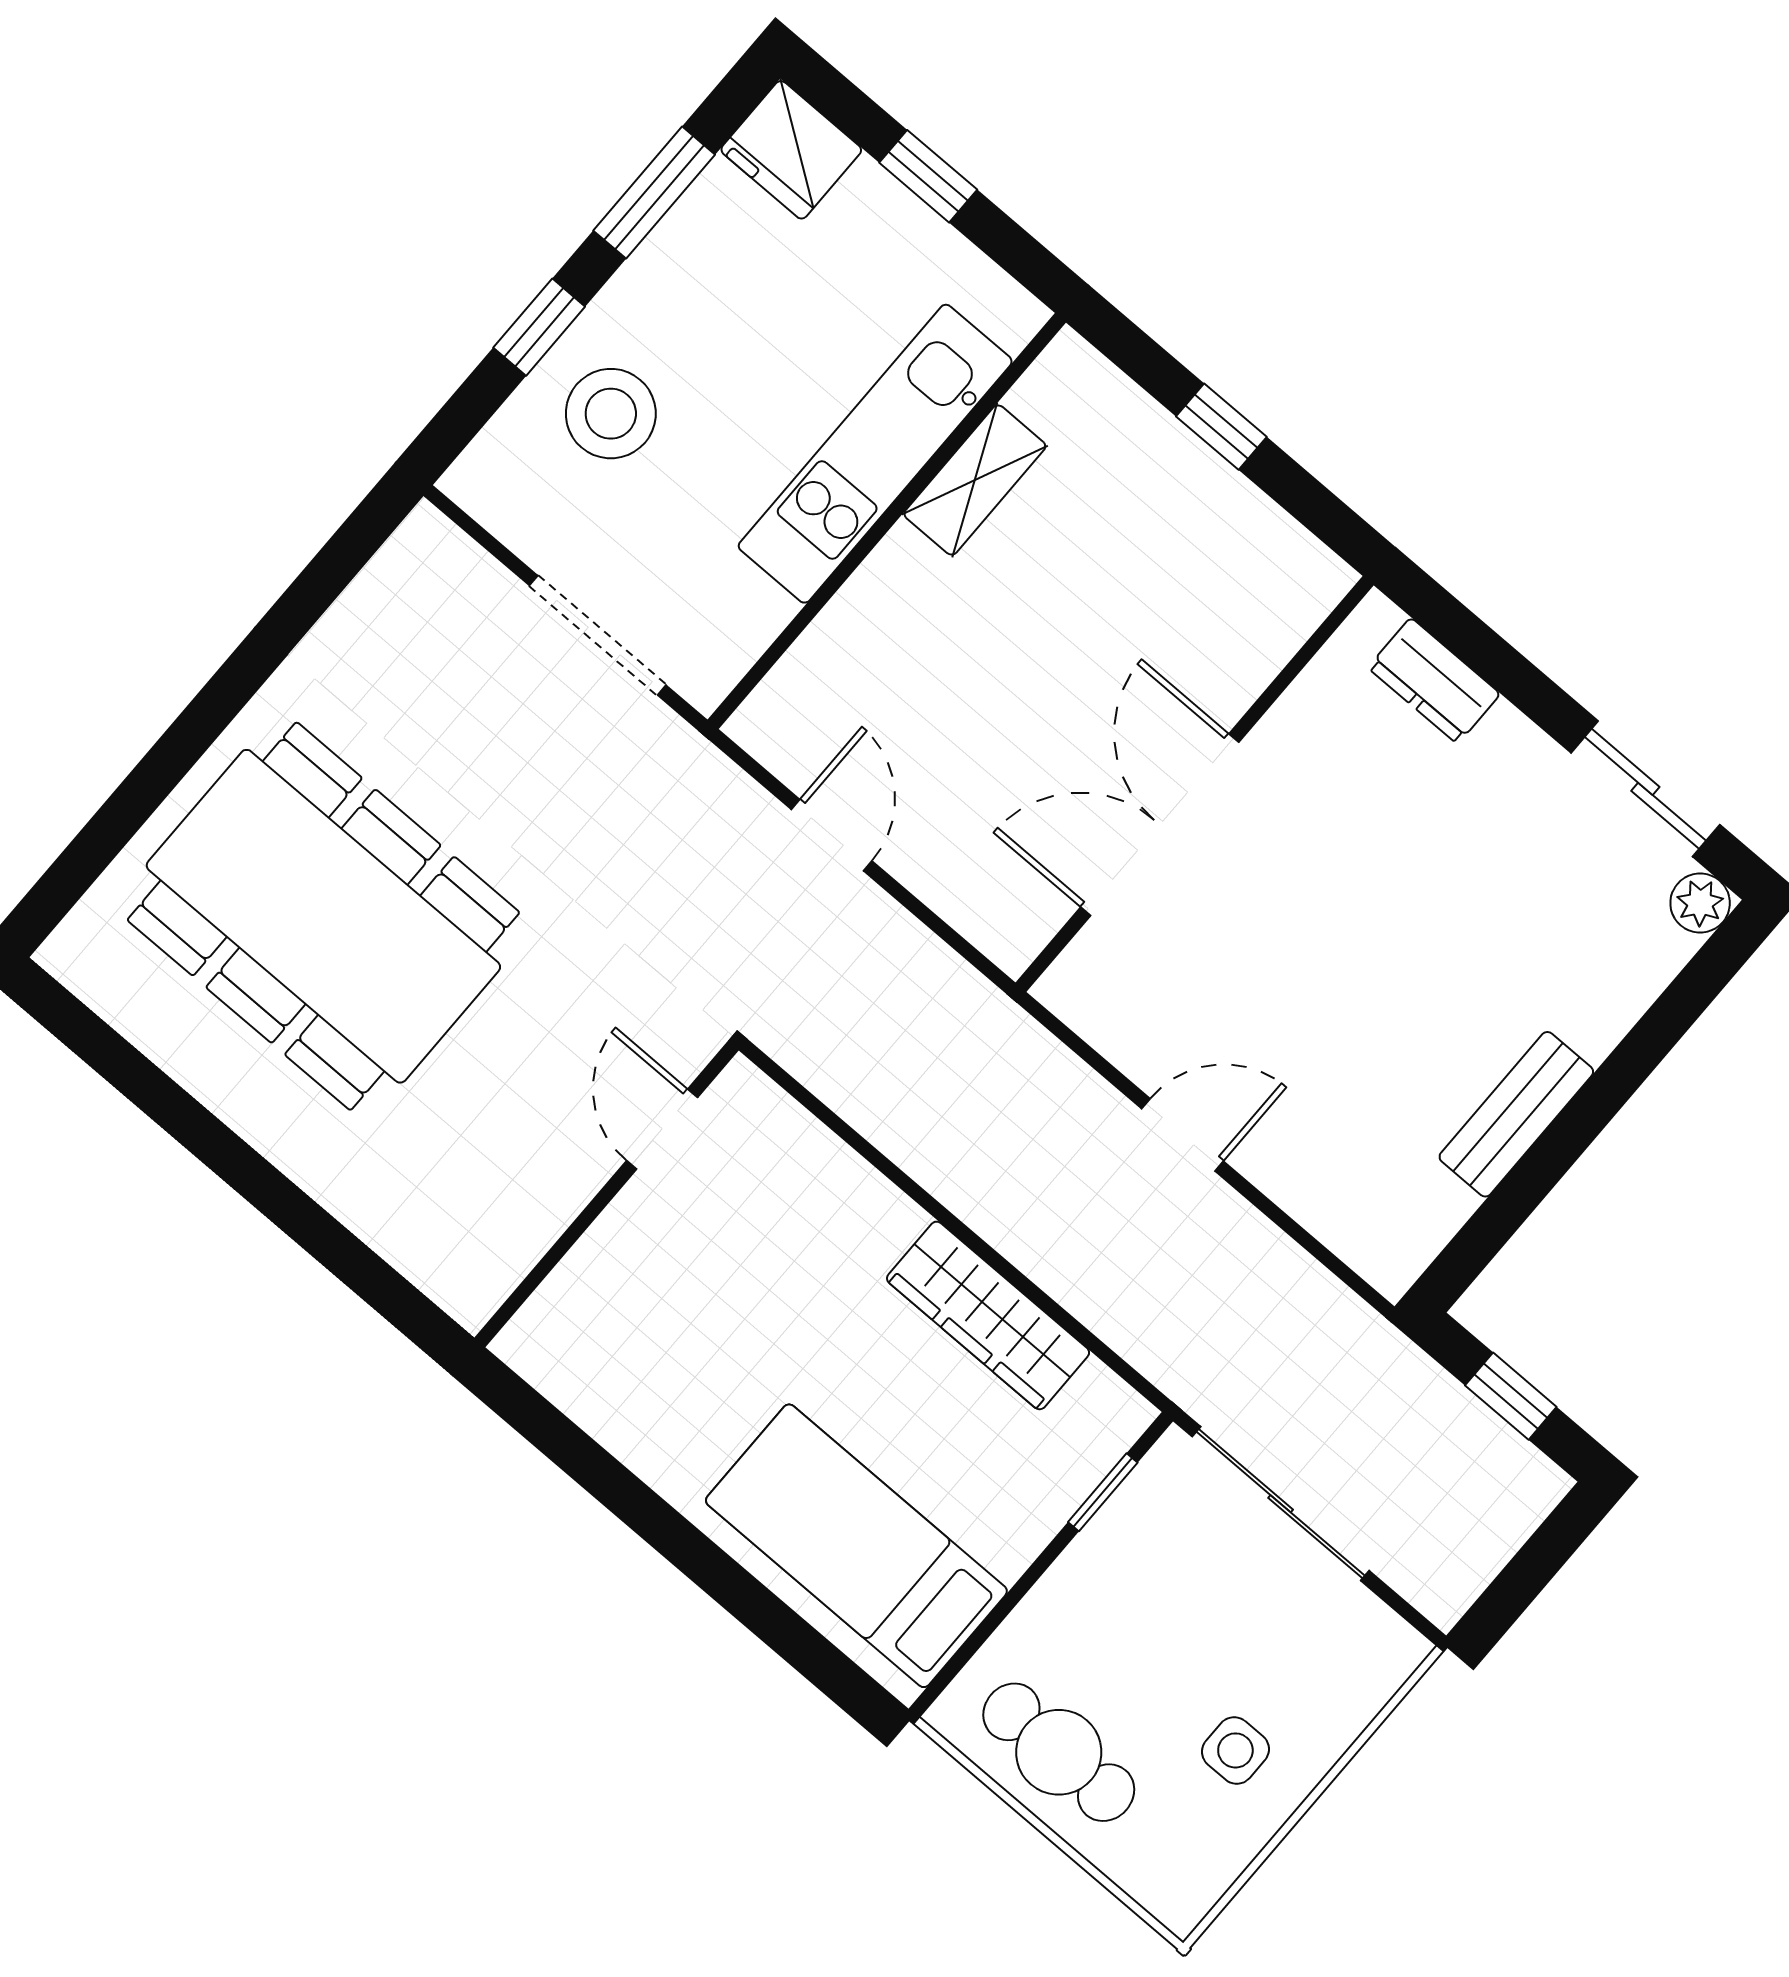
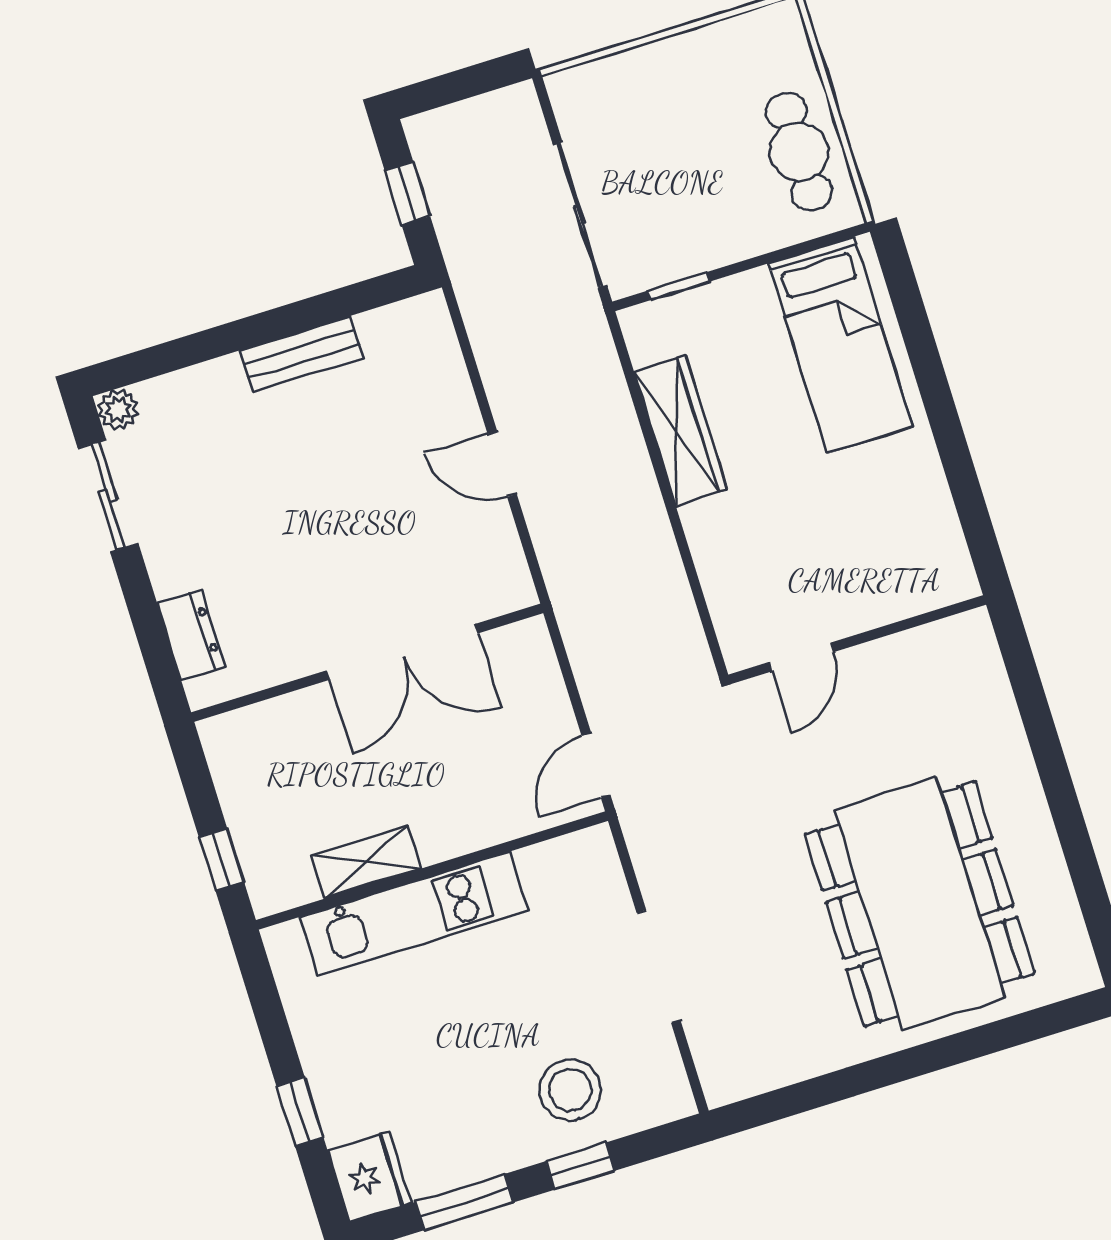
kitchen unit: (875, 454) -> (414, 914), moved
shelving: (975, 480) -> (366, 862), moved
wall: (887, 521) -> (432, 870), moved
side table: (1235, 1750) -> (696, 88), removed

